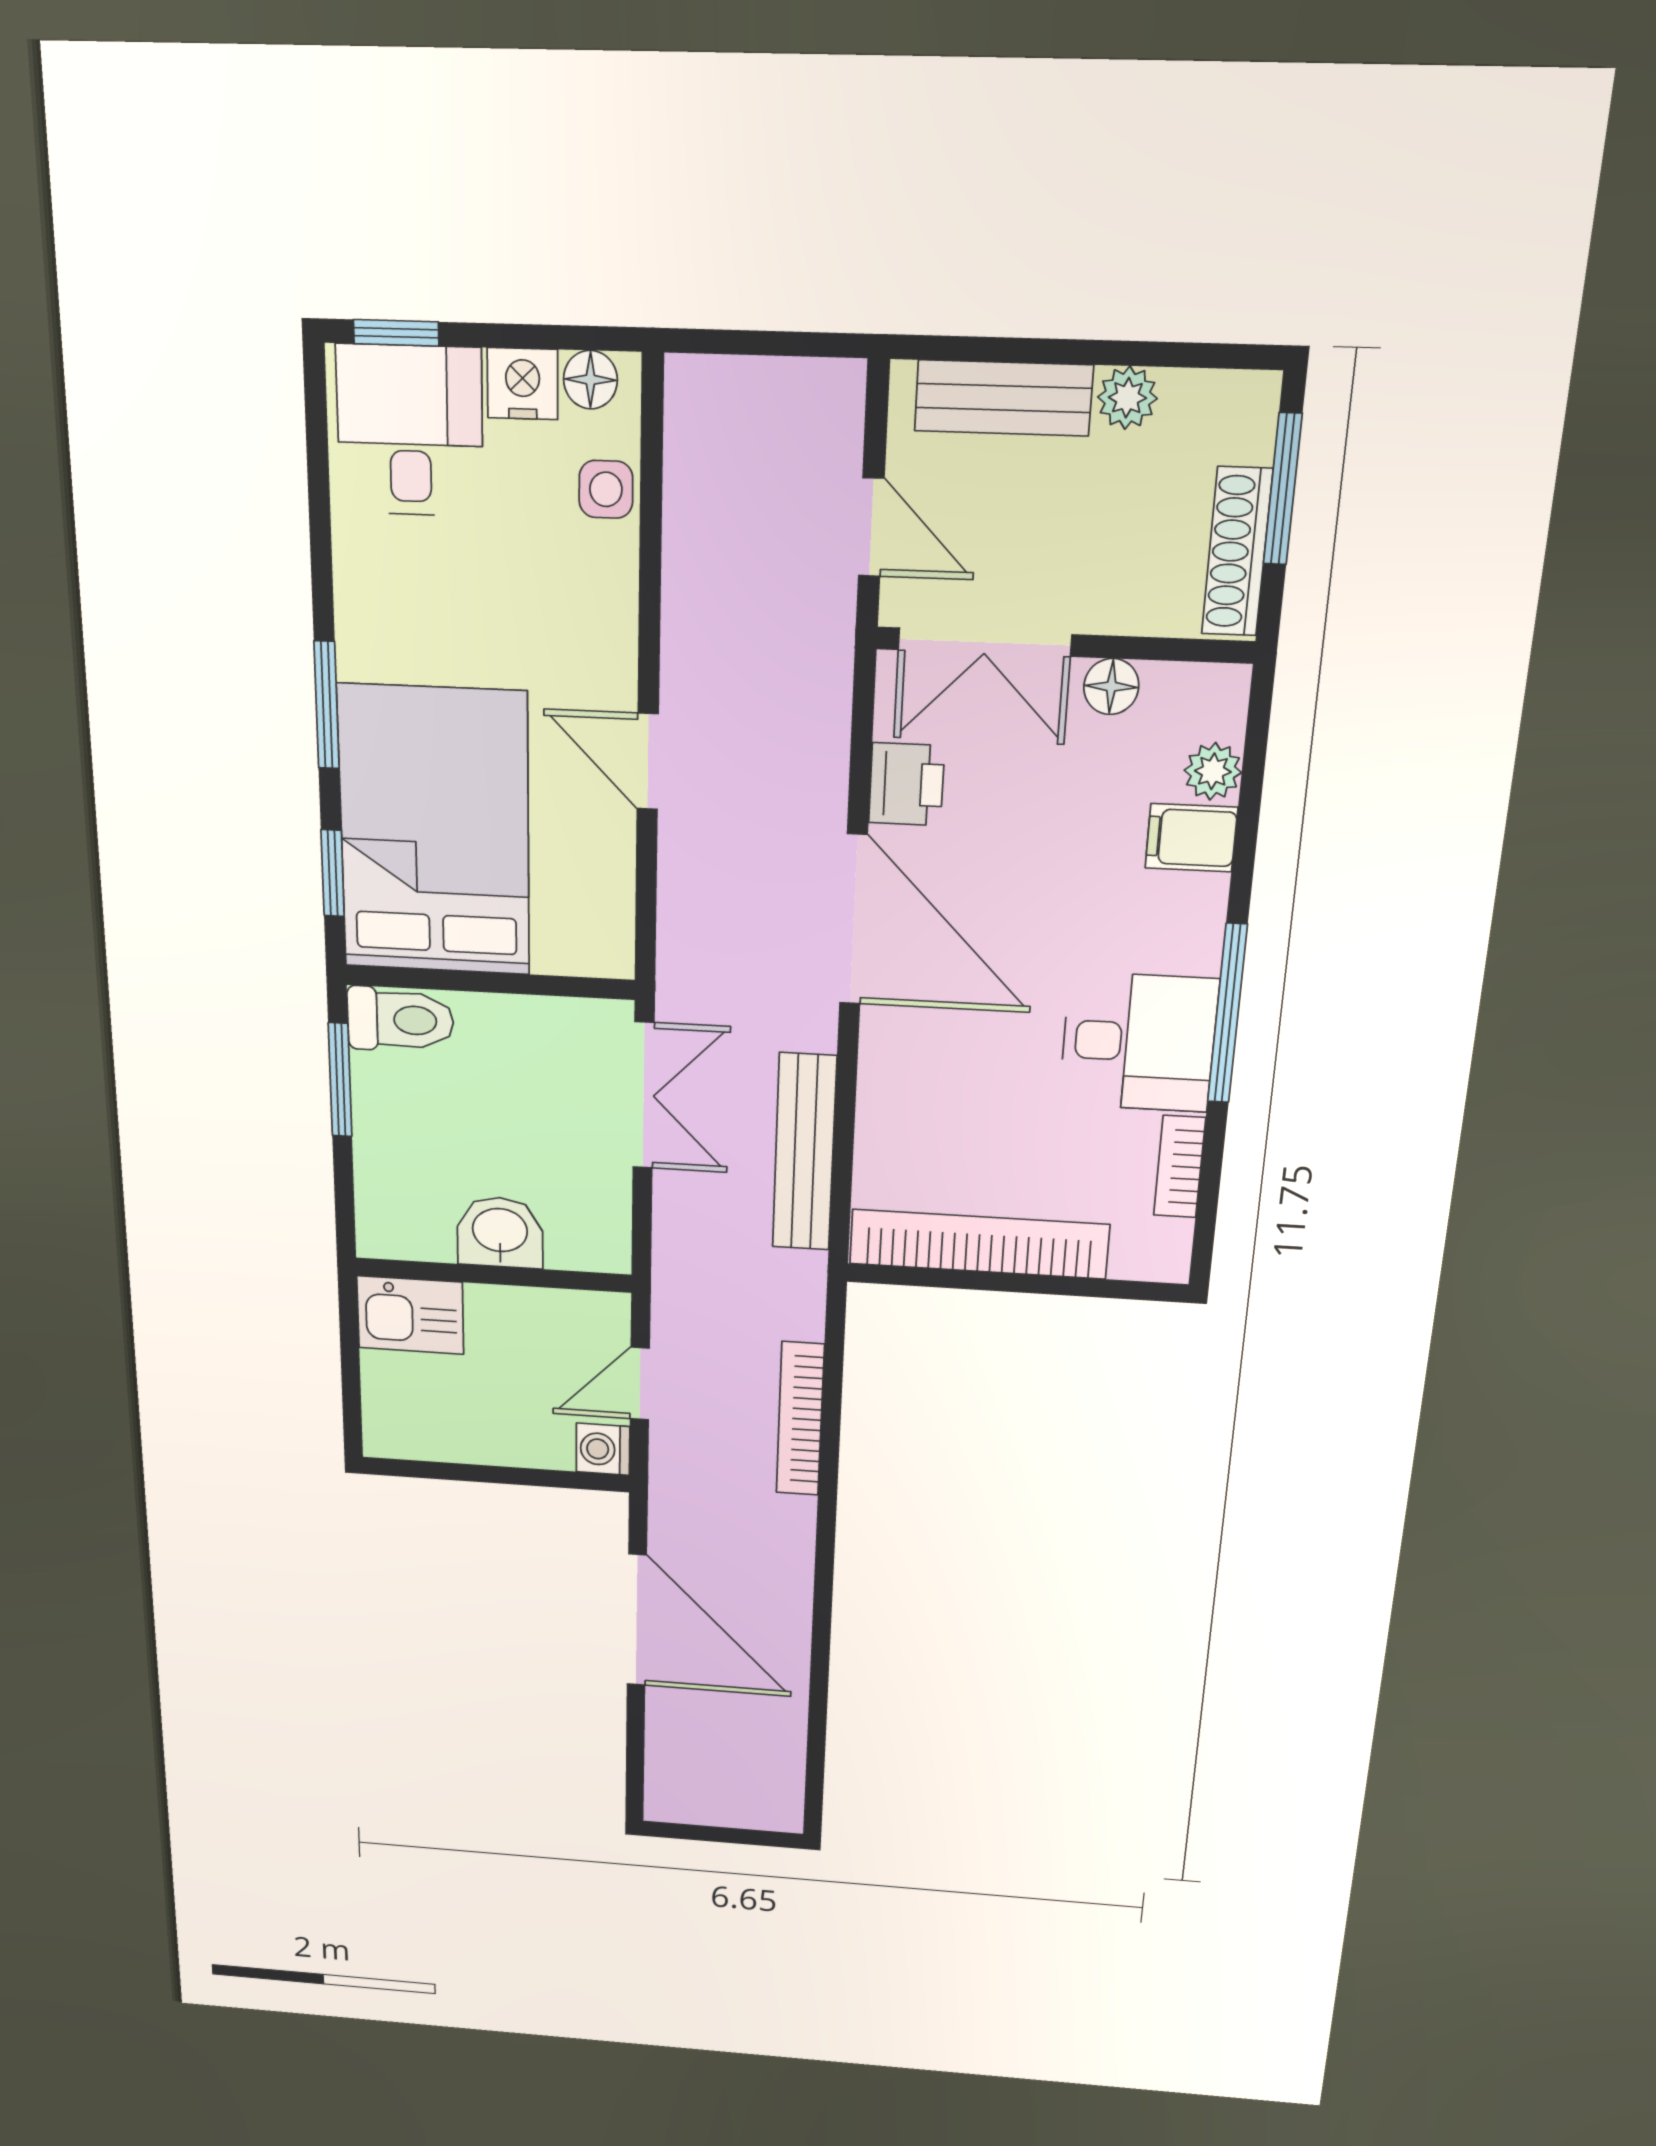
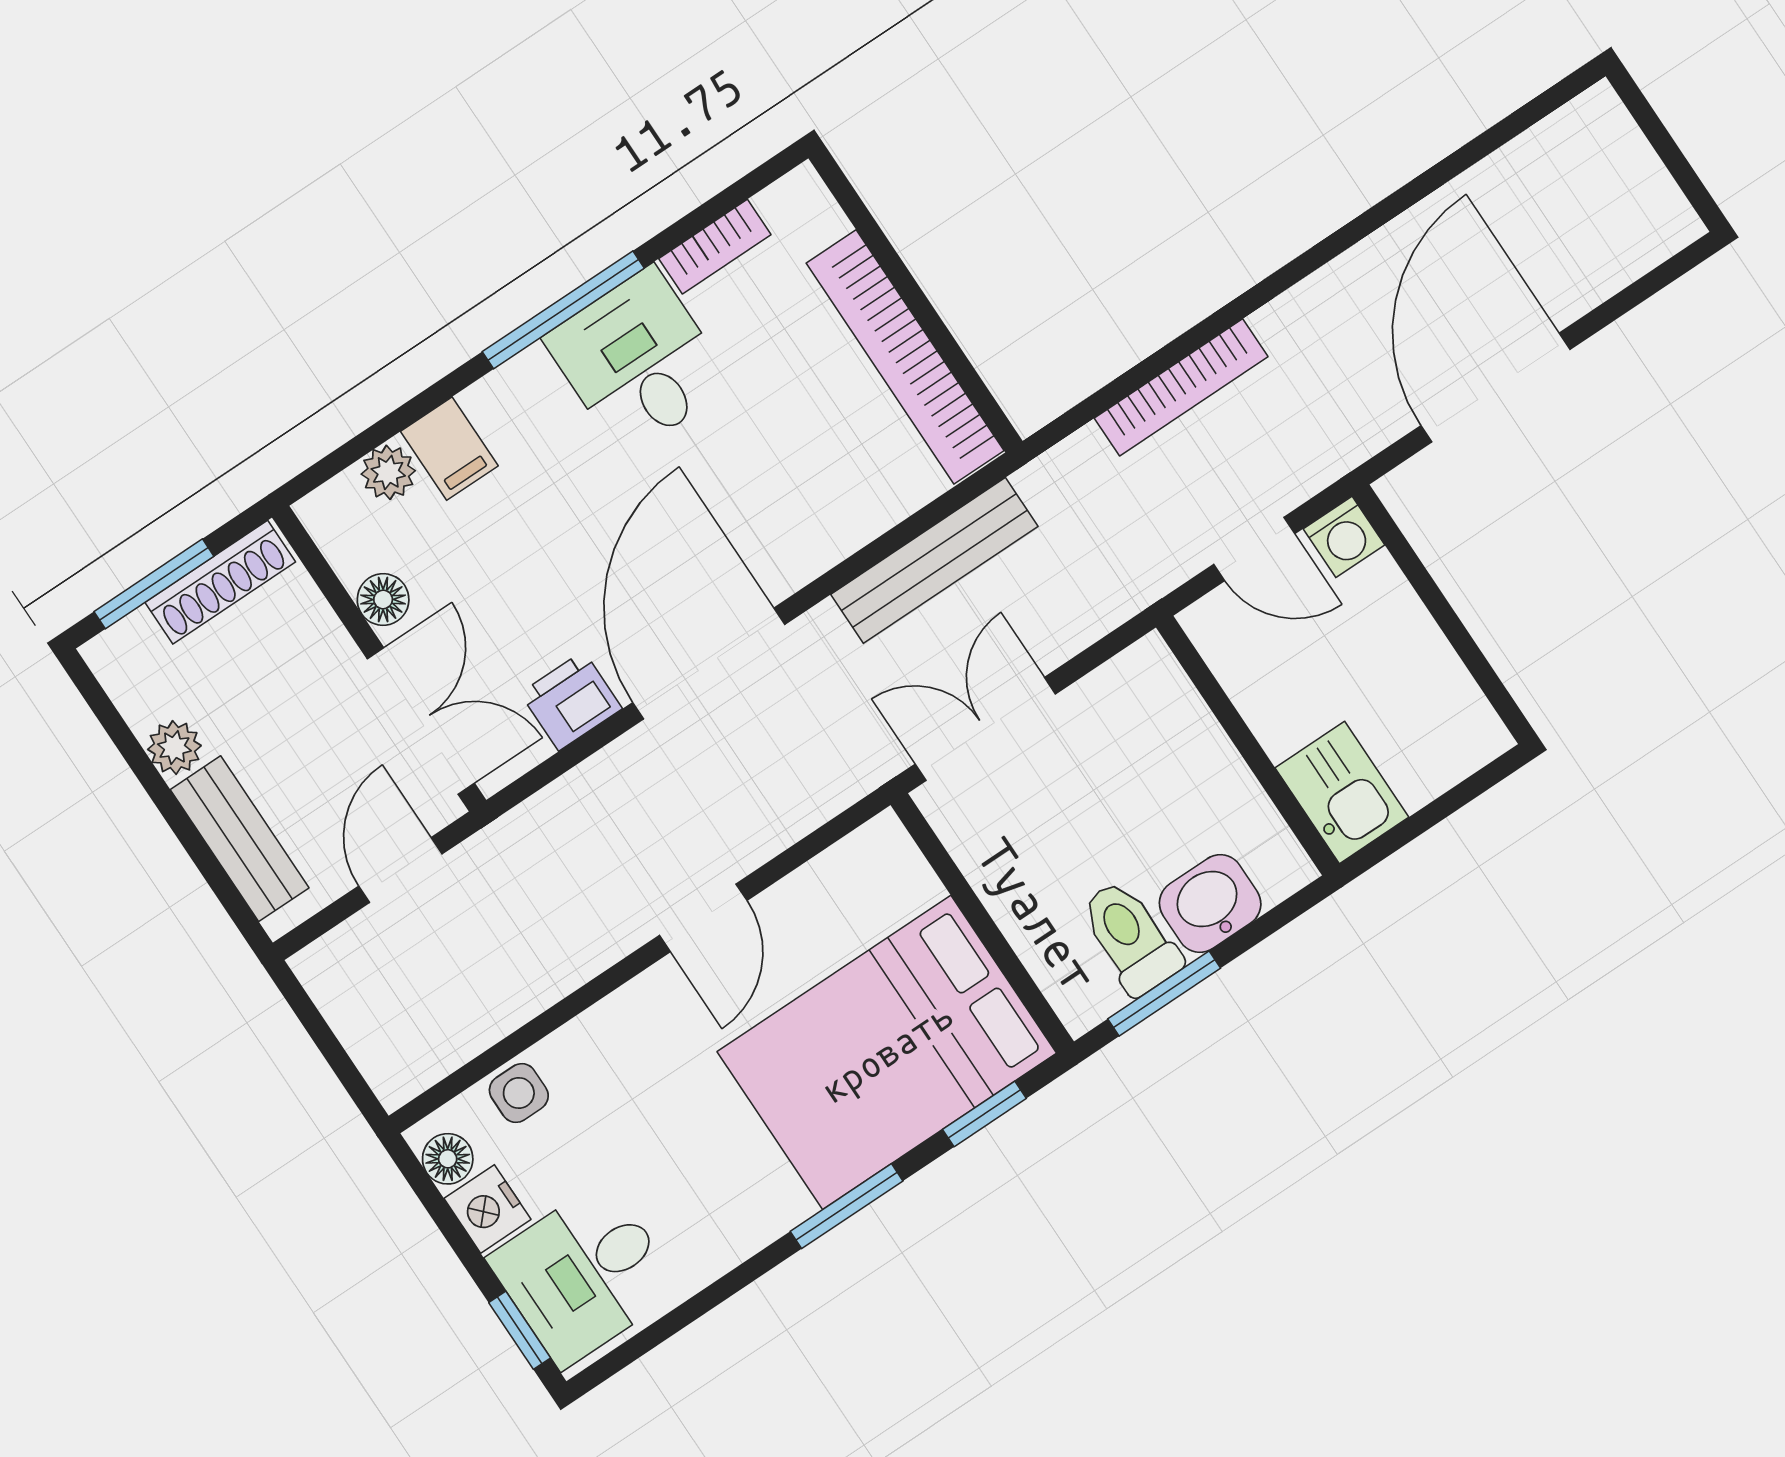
toilet: (400, 1020) -> (1130, 937), moved
washbasin: (500, 1232) -> (1210, 904), moved, turned 90

